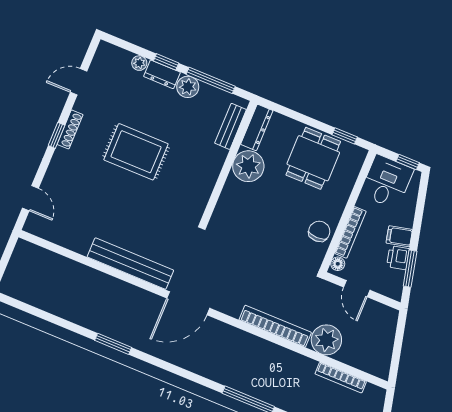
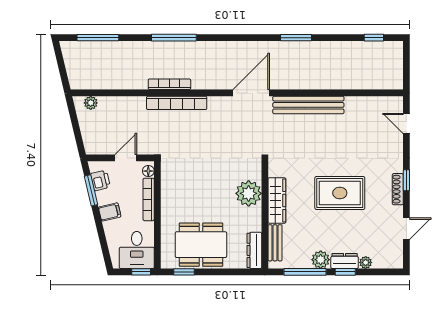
dining table: (313, 158) -> (201, 245), width x1.38
window: (408, 162) -> (141, 272), moved
plant: (248, 166) -> (249, 193), moved
wardrobe: (209, 172) -> (277, 200), added
chair: (319, 231) -> (173, 190), removed
printer: (398, 258) -> (100, 180), moved
door: (357, 289) -> (126, 158), hinge flipped
window: (27, 308) -> (374, 38), added
plant: (326, 340) -> (91, 103), moved, width x0.53, depth x0.53
bookcase: (341, 378) -> (169, 84), moved

